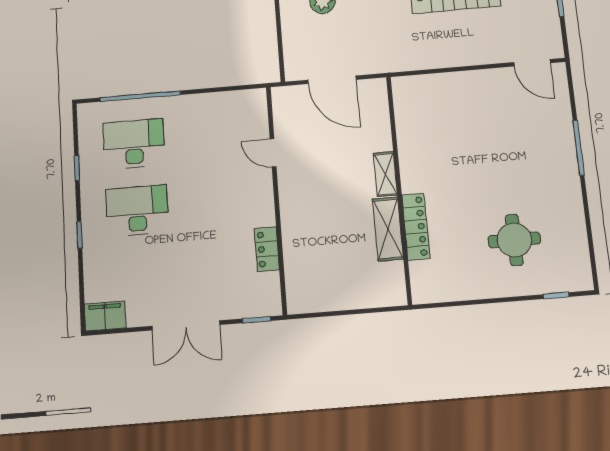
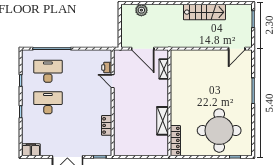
door: (532, 63) -> (237, 49), hinge flipped
printer: (258, 125) -> (107, 68), added
shelving: (385, 174) -> (164, 69), moved
locker: (416, 227) -> (175, 140), moved
round table: (514, 240) -> (219, 131), width x1.86, depth x1.86

